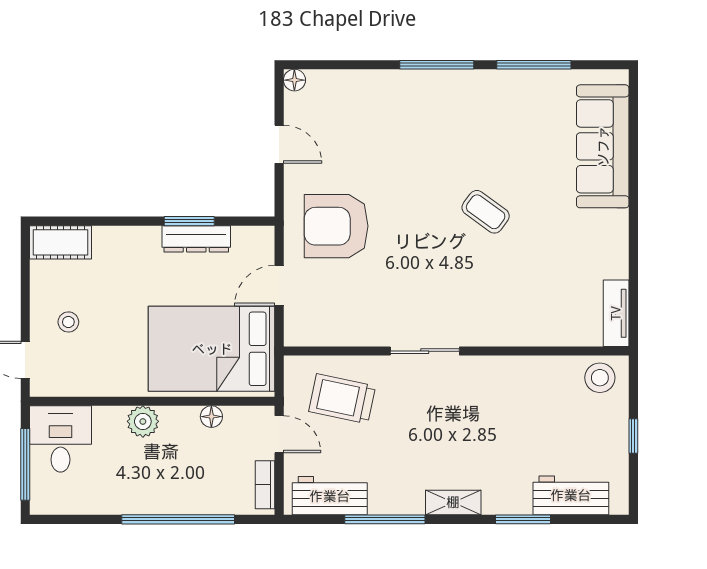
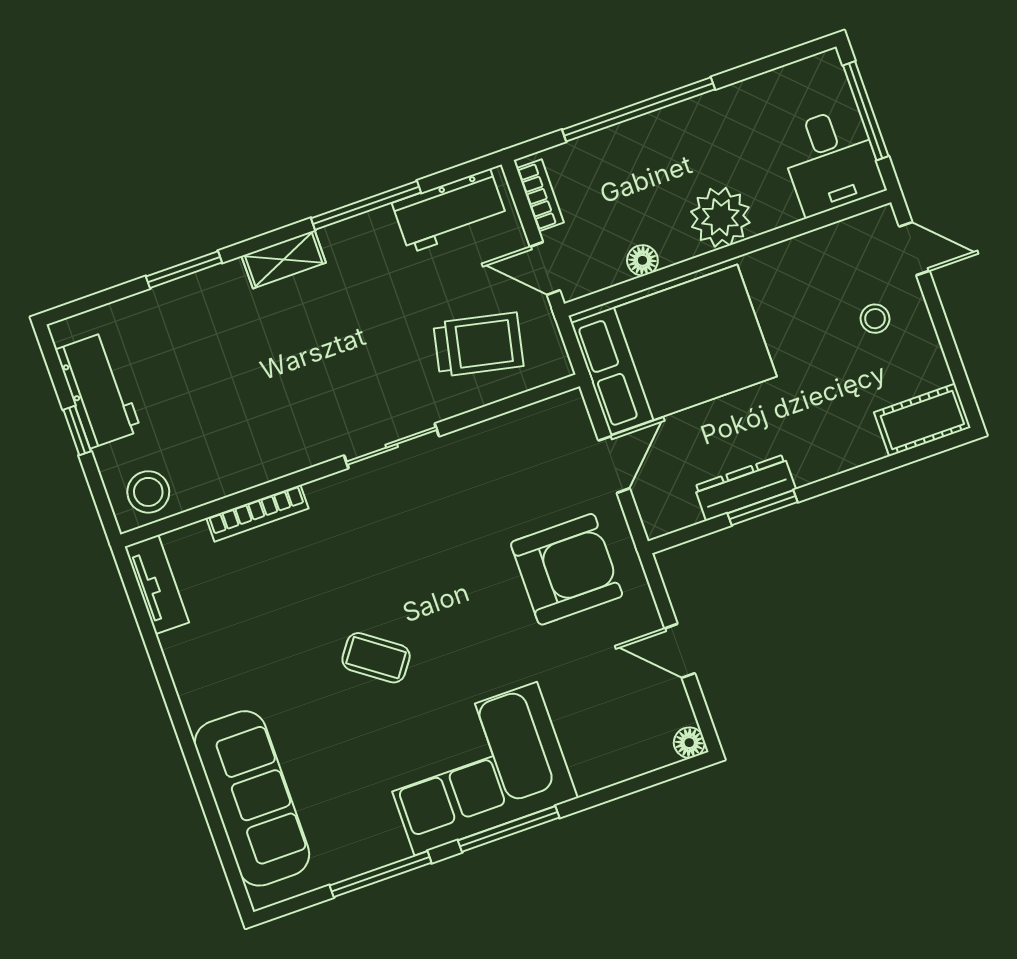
corner sofa: (445, 113) -> (476, 769), added
bookcase: (531, 337) -> (257, 513), added
plant: (143, 421) -> (720, 217), width x1.36, depth x1.36
workbench: (571, 495) -> (98, 390), moved, turned -90

